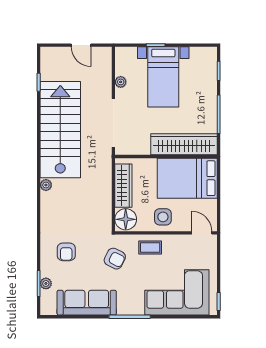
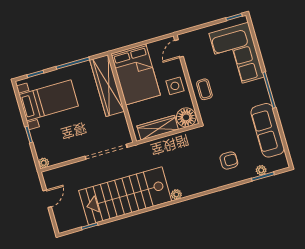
bed with nightstands: (163, 77) -> (49, 100), moved
plant: (121, 82) -> (44, 163), moved
armchair: (115, 259) -> (223, 117), removed

